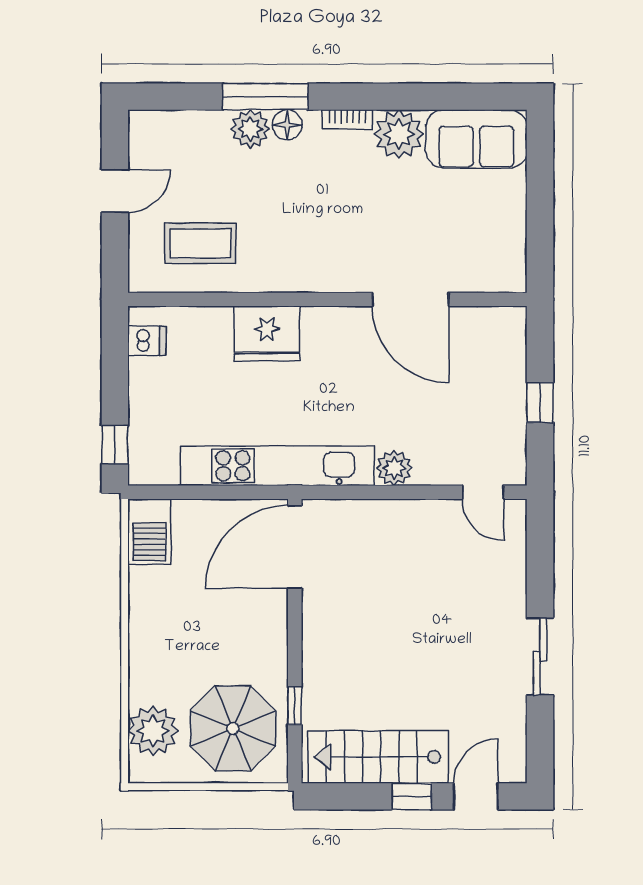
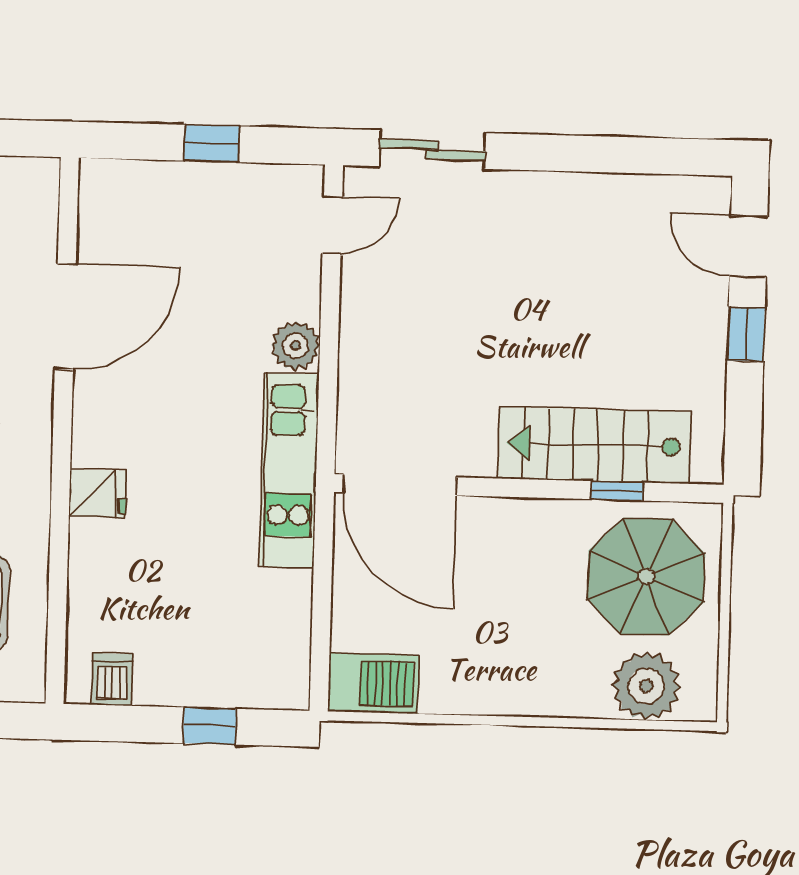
fridge: (267, 333) -> (98, 494), width x0.53, depth x0.75
window: (115, 445) -> (210, 726), moved
kitchen unit: (277, 466) -> (289, 470), width x0.73
sliding door: (540, 656) -> (432, 150), moved
stairs: (378, 757) -> (594, 445), moved, turned 90

